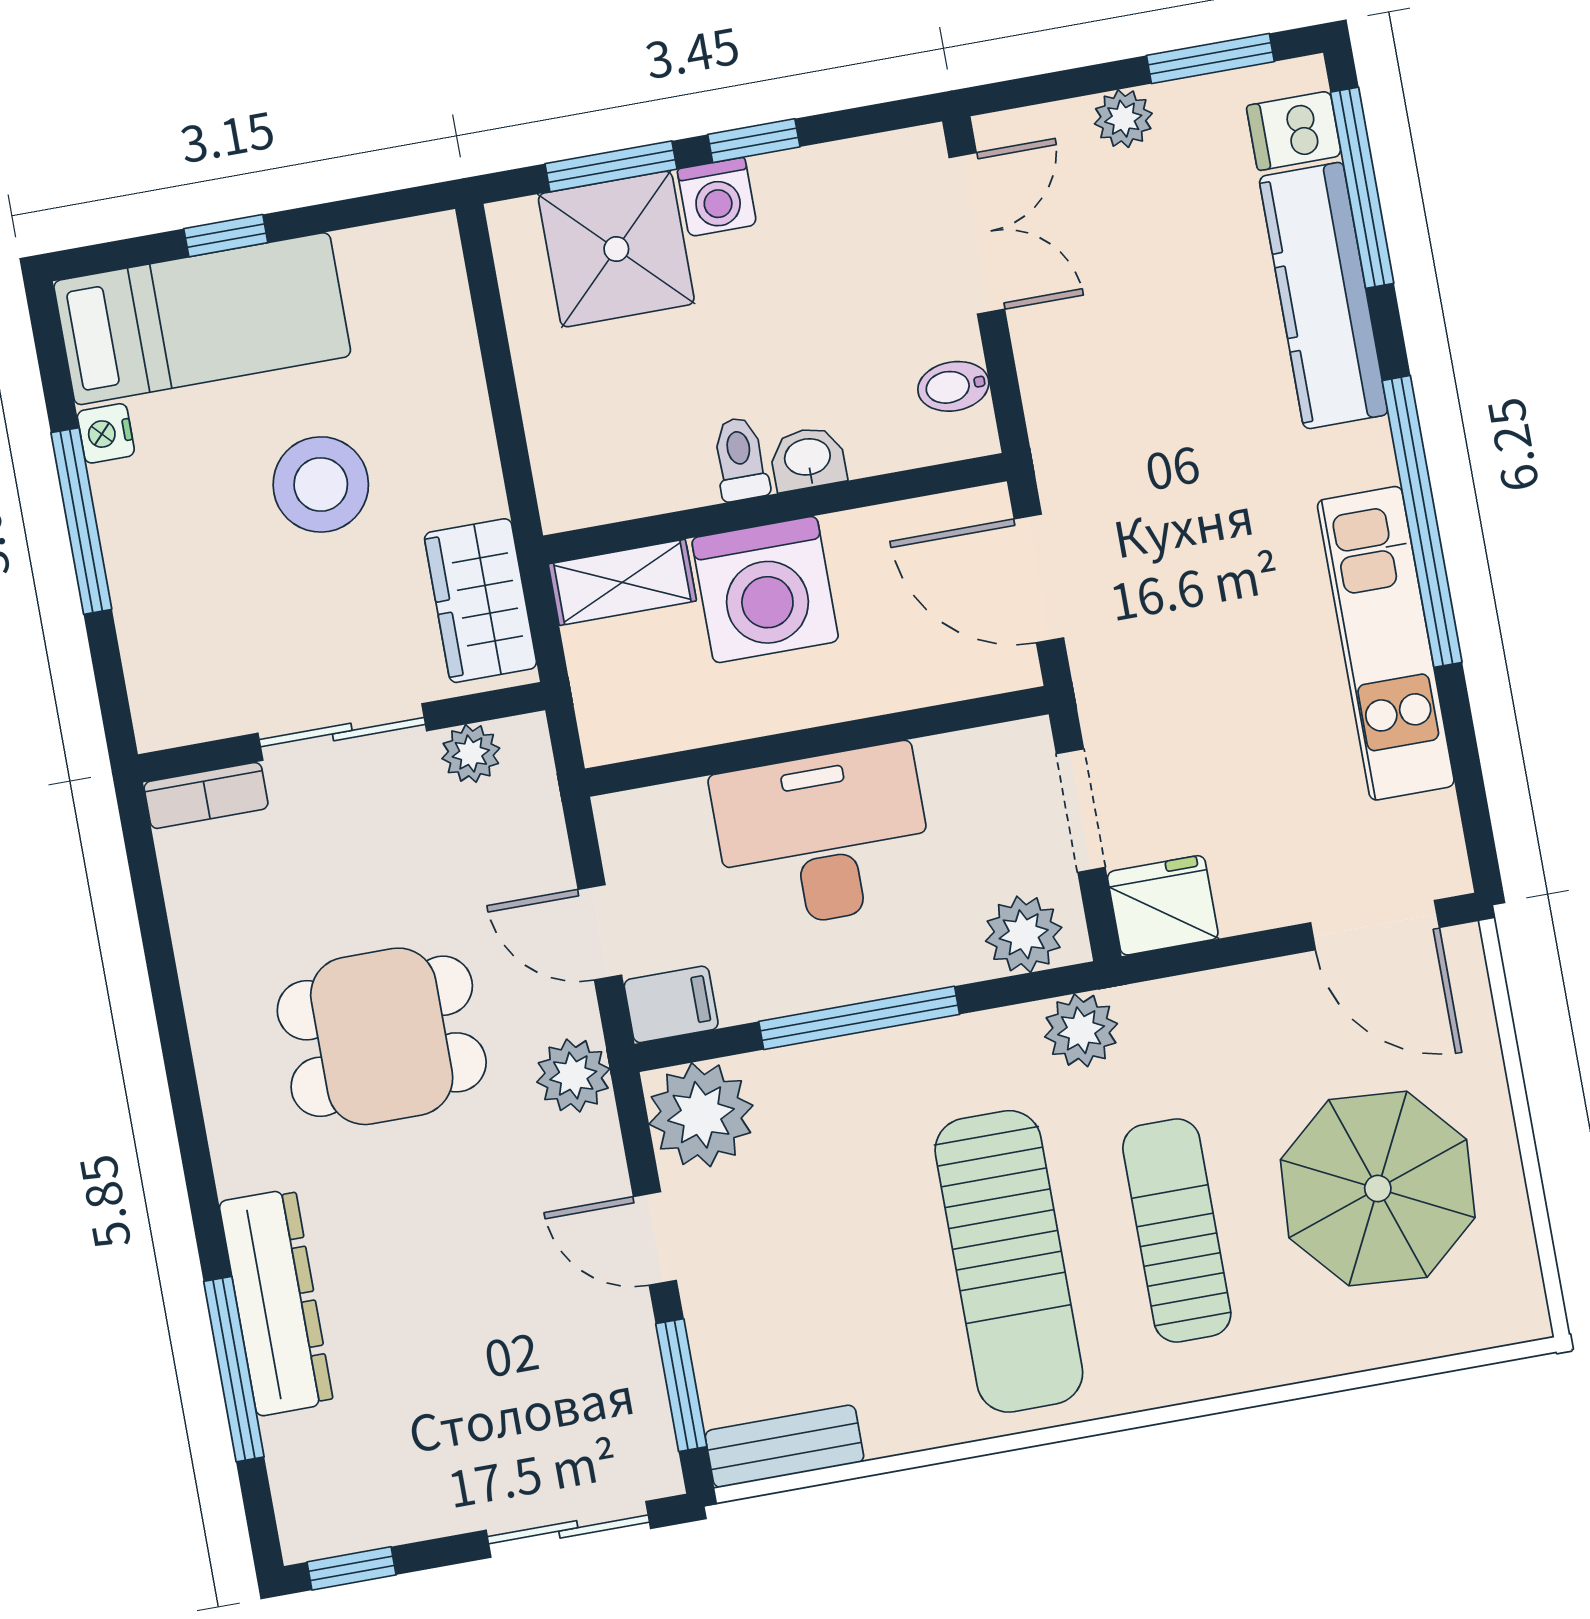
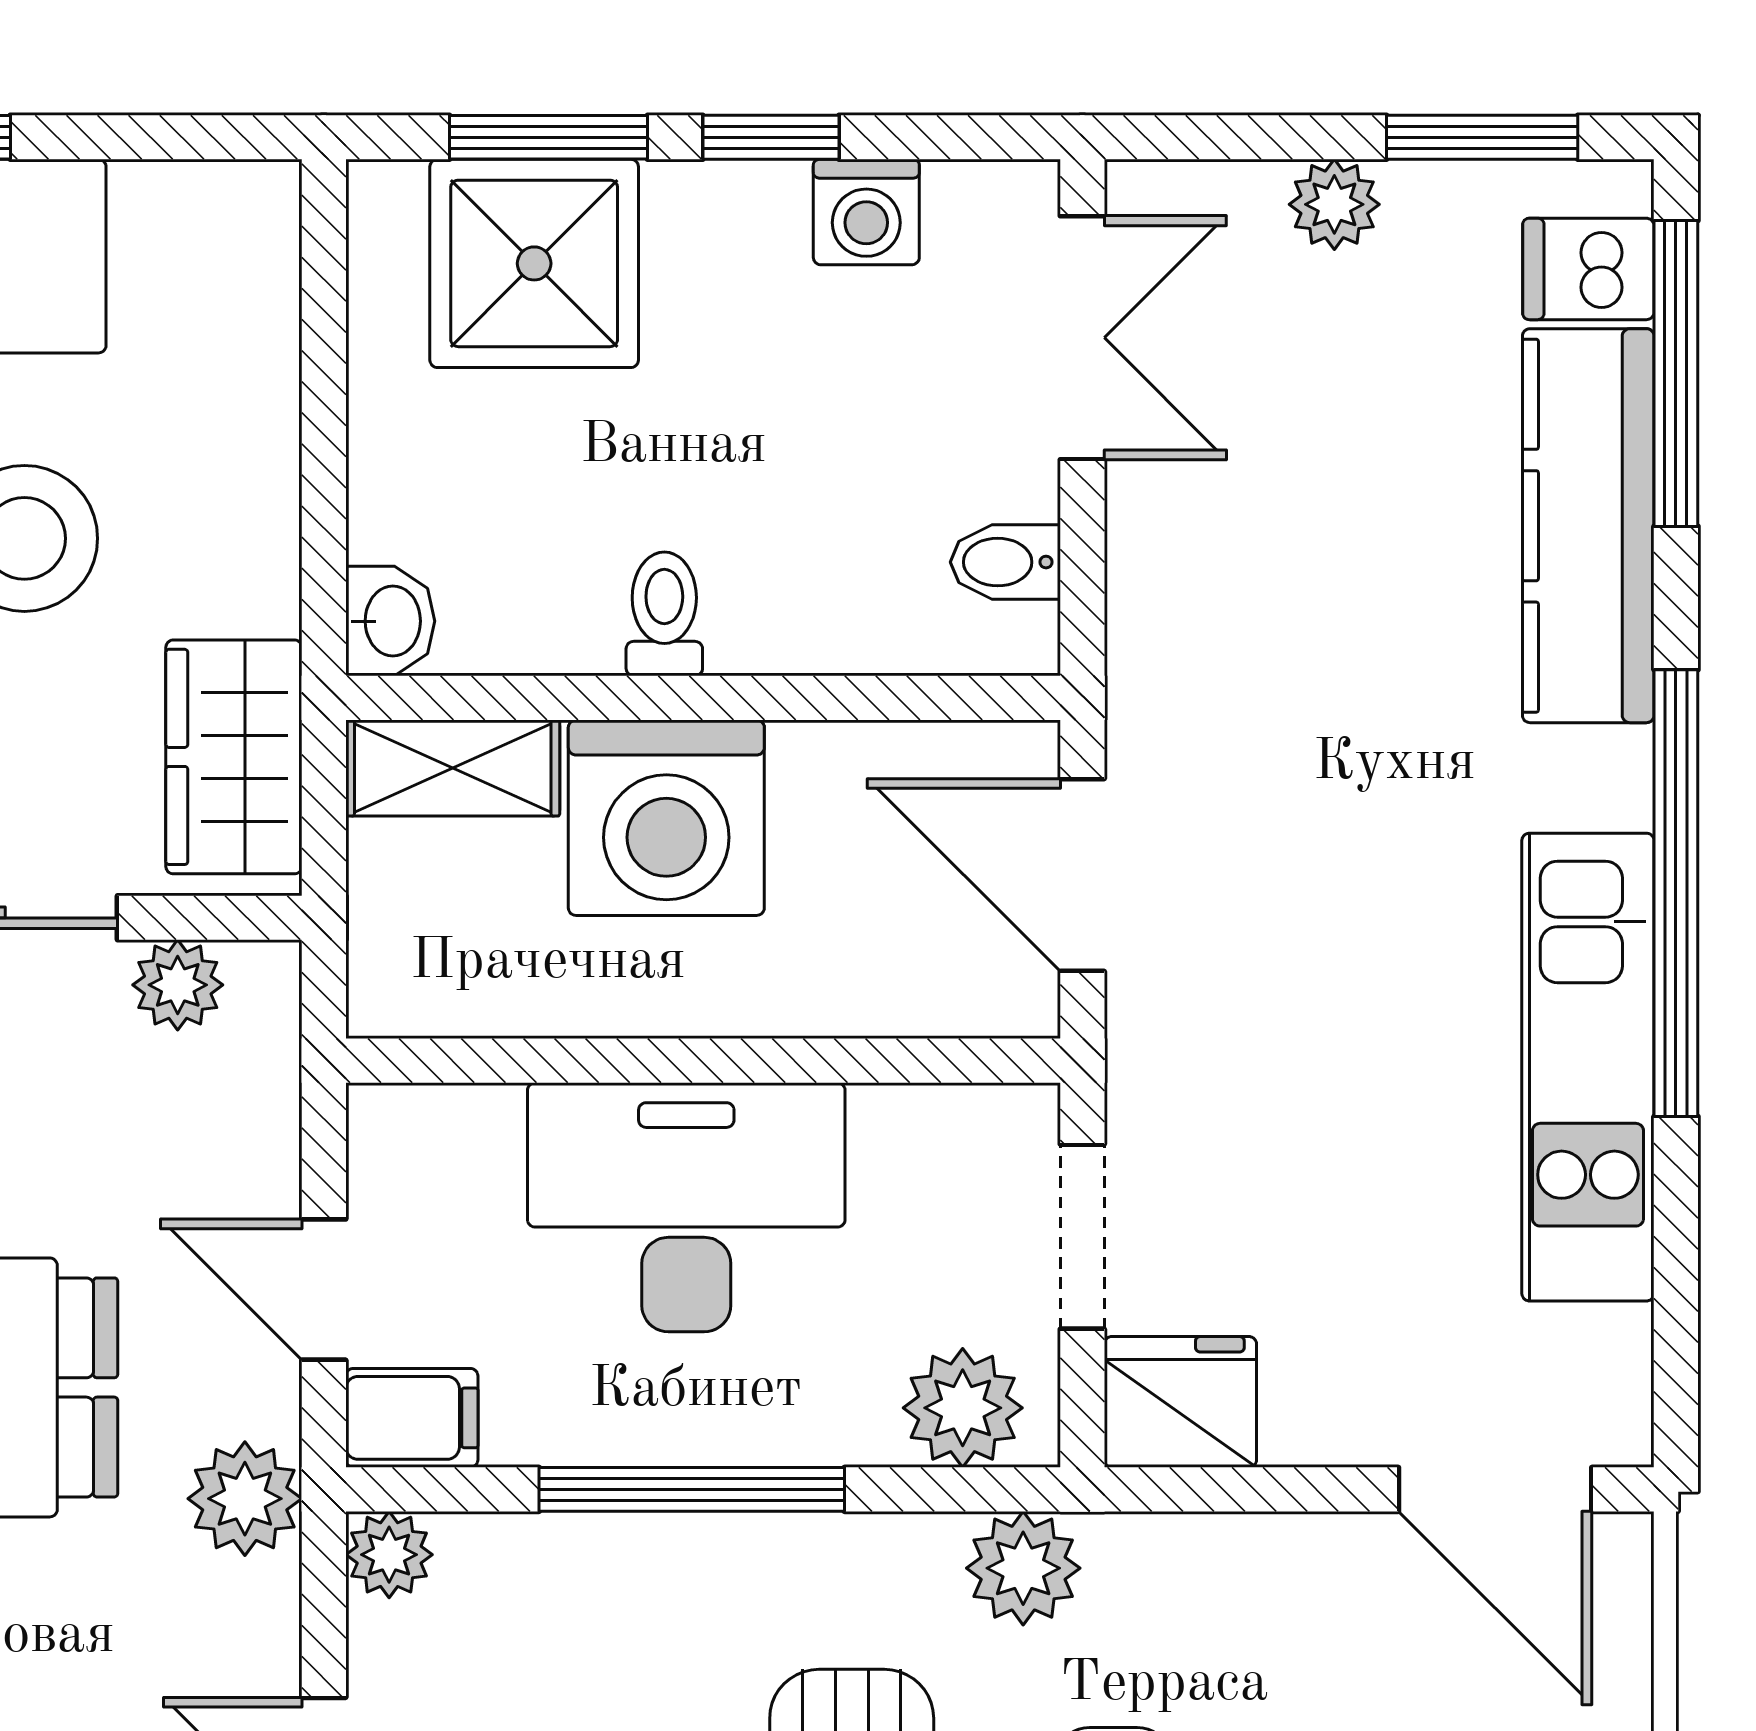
washing machine: (717, 197) -> (866, 212), moved
washbasin: (808, 459) -> (390, 621), moved, turned 90
plant: (701, 1115) -> (389, 1555), width x0.53, depth x0.53

